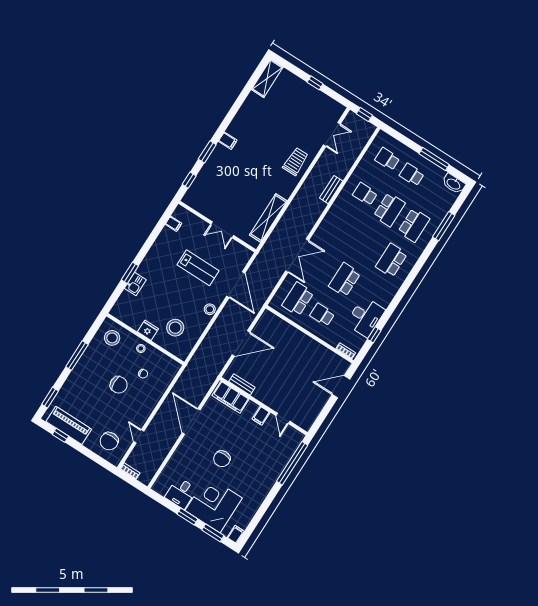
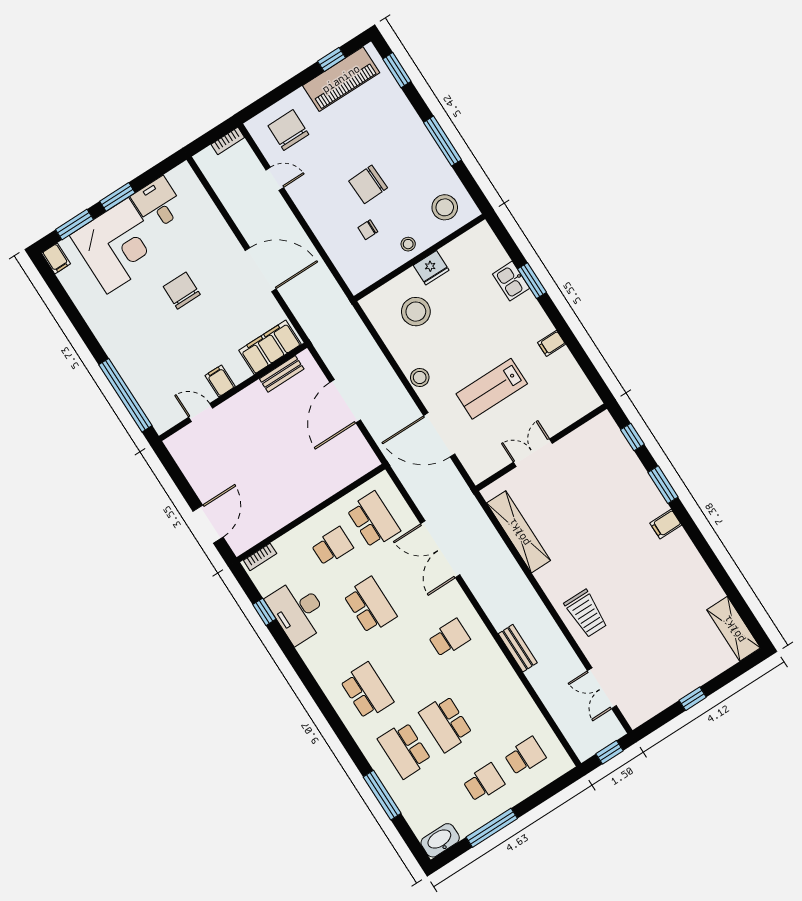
school desk: (365, 194) -> (449, 638), moved
filing cabinet: (173, 224) -> (552, 343), moved

